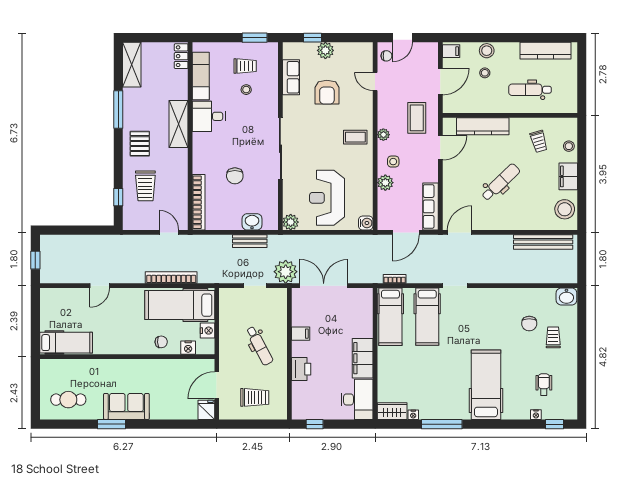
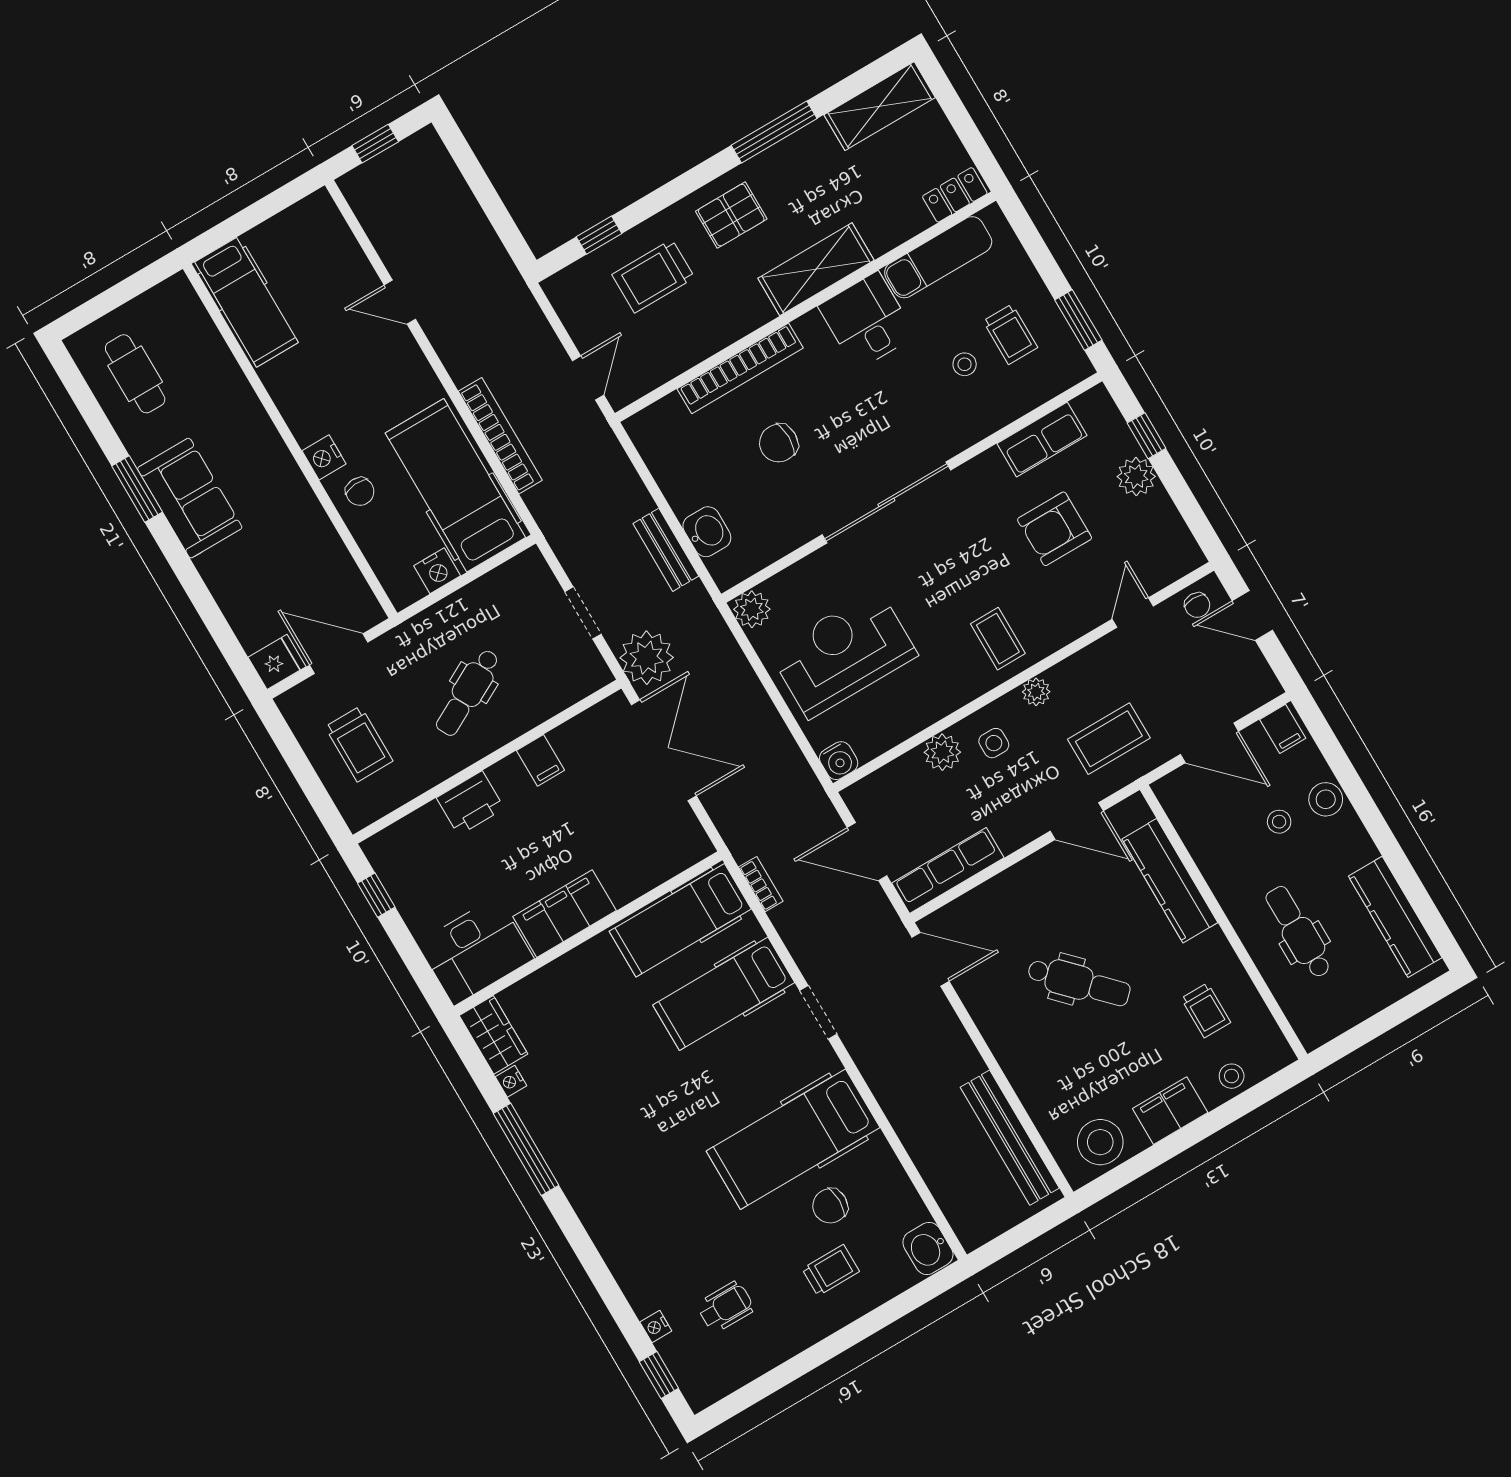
trolley: (539, 141) -> (1206, 1010), turned -74
bookcase: (199, 202) -> (740, 368), moved
nightstand: (188, 348) -> (324, 457), moved
hospital bed: (486, 385) -> (793, 1139), moved, turned 180

